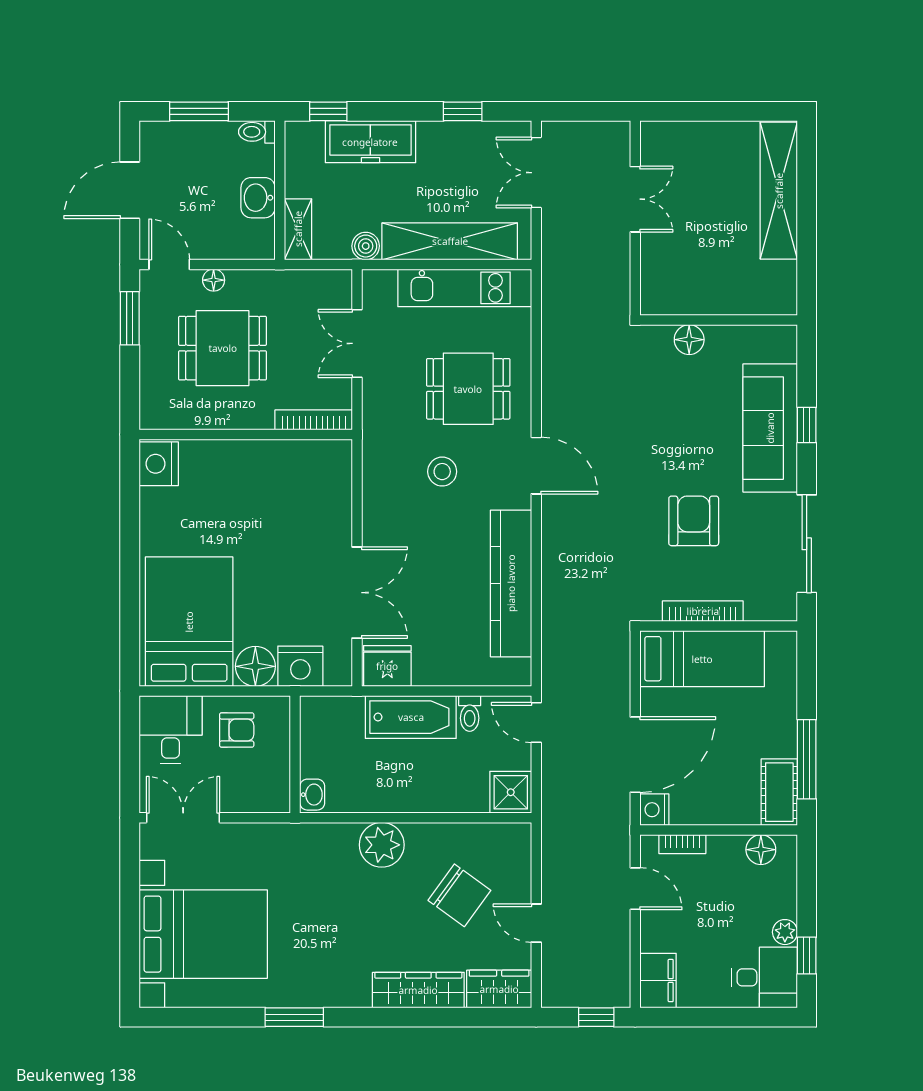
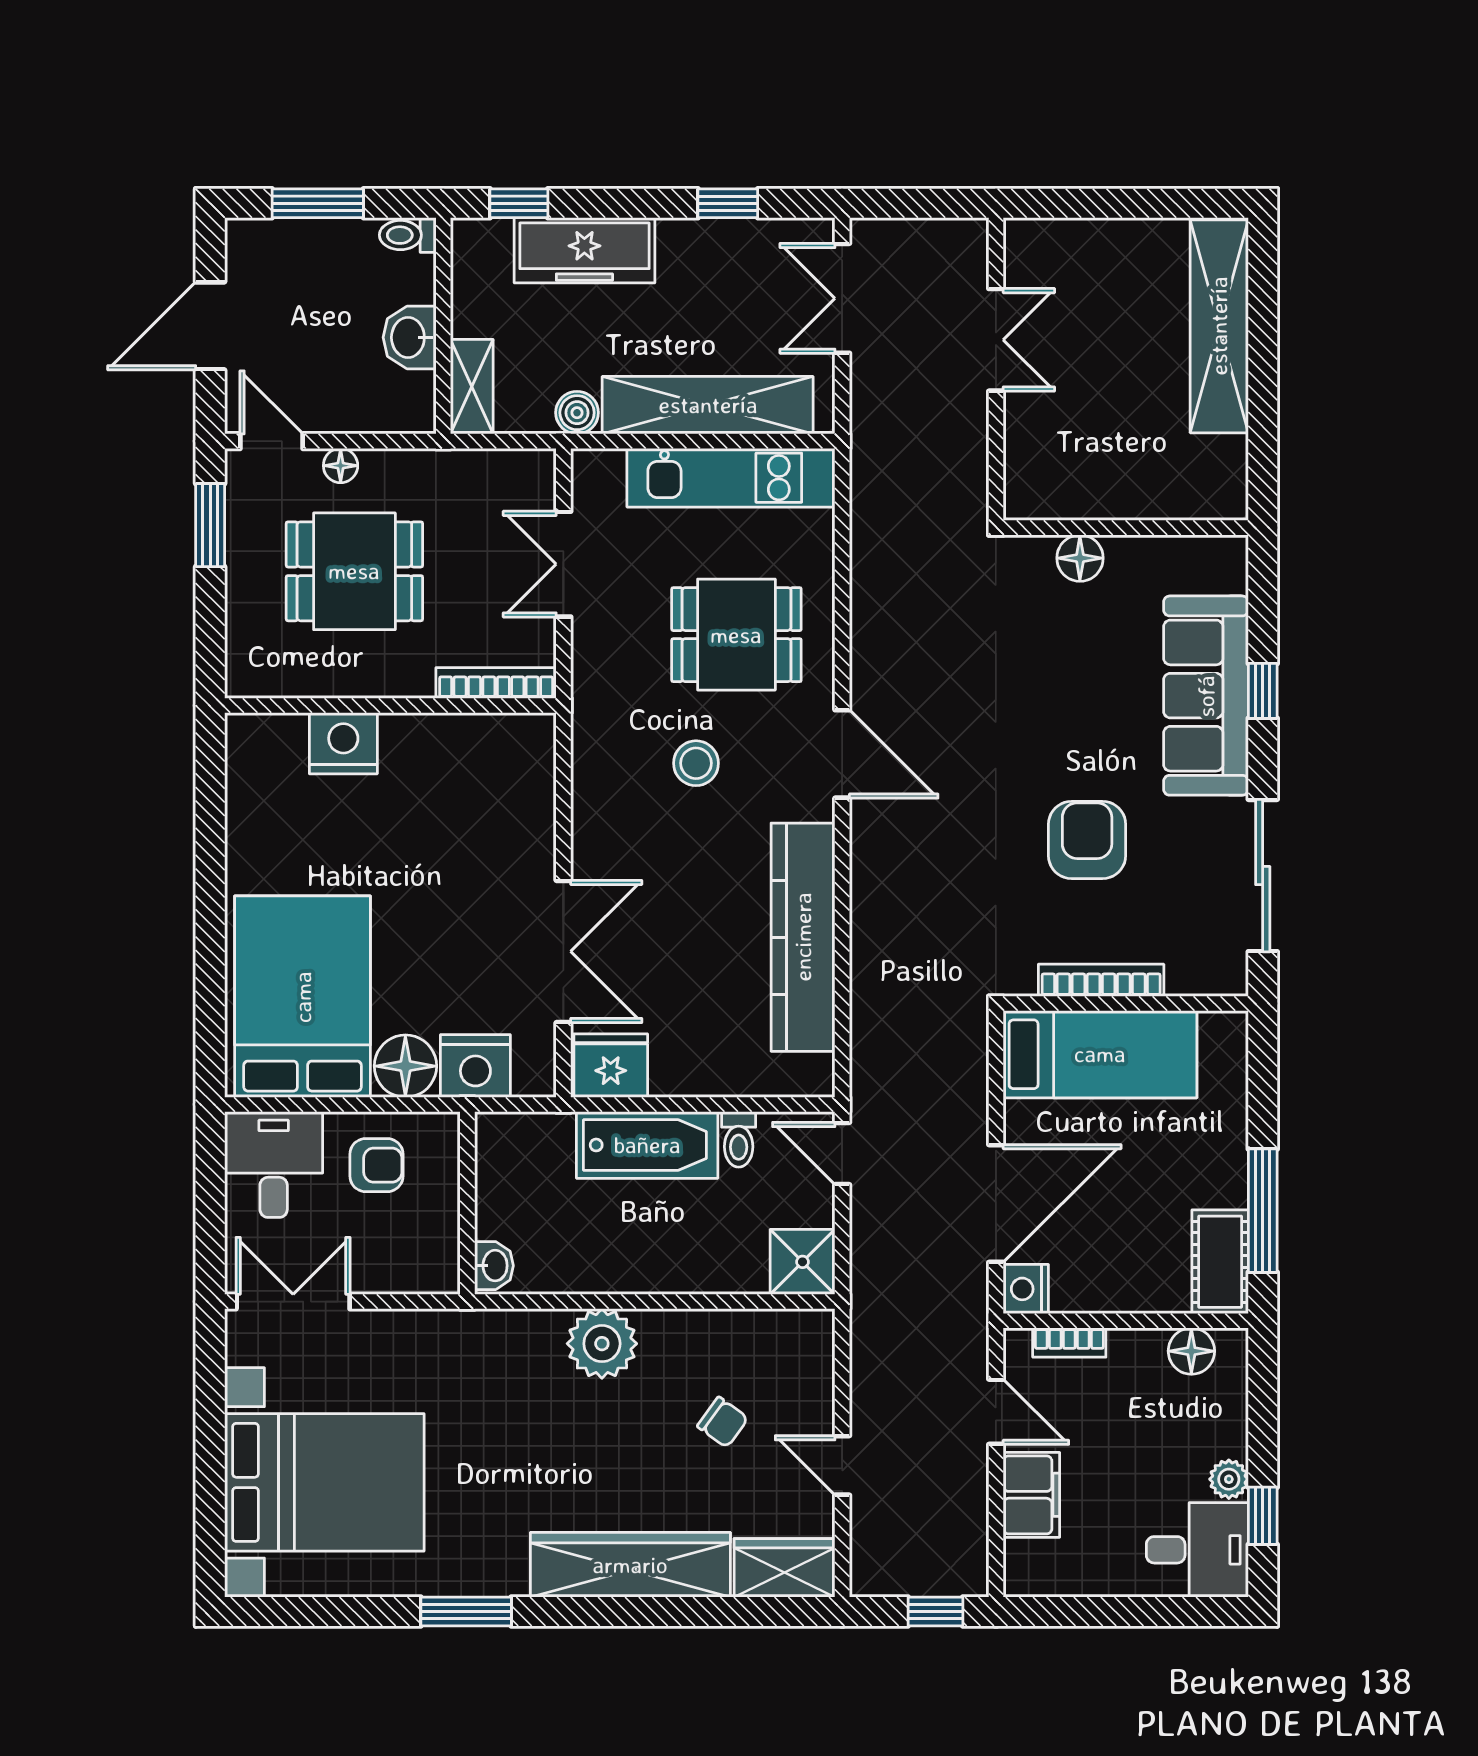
nightstand: (159, 464) -> (343, 743), moved, turned 90
chair: (459, 895) -> (723, 1422), width x0.54, depth x0.54
filing cabinet: (658, 981) -> (1031, 1495), moved
wardrobe: (418, 990) -> (630, 1565), width x1.40, depth x1.17

